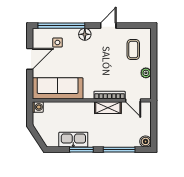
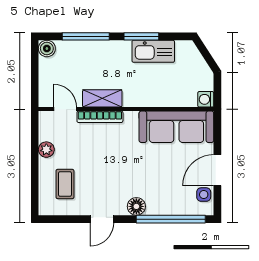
side table: (57, 43) -> (204, 195), moved

